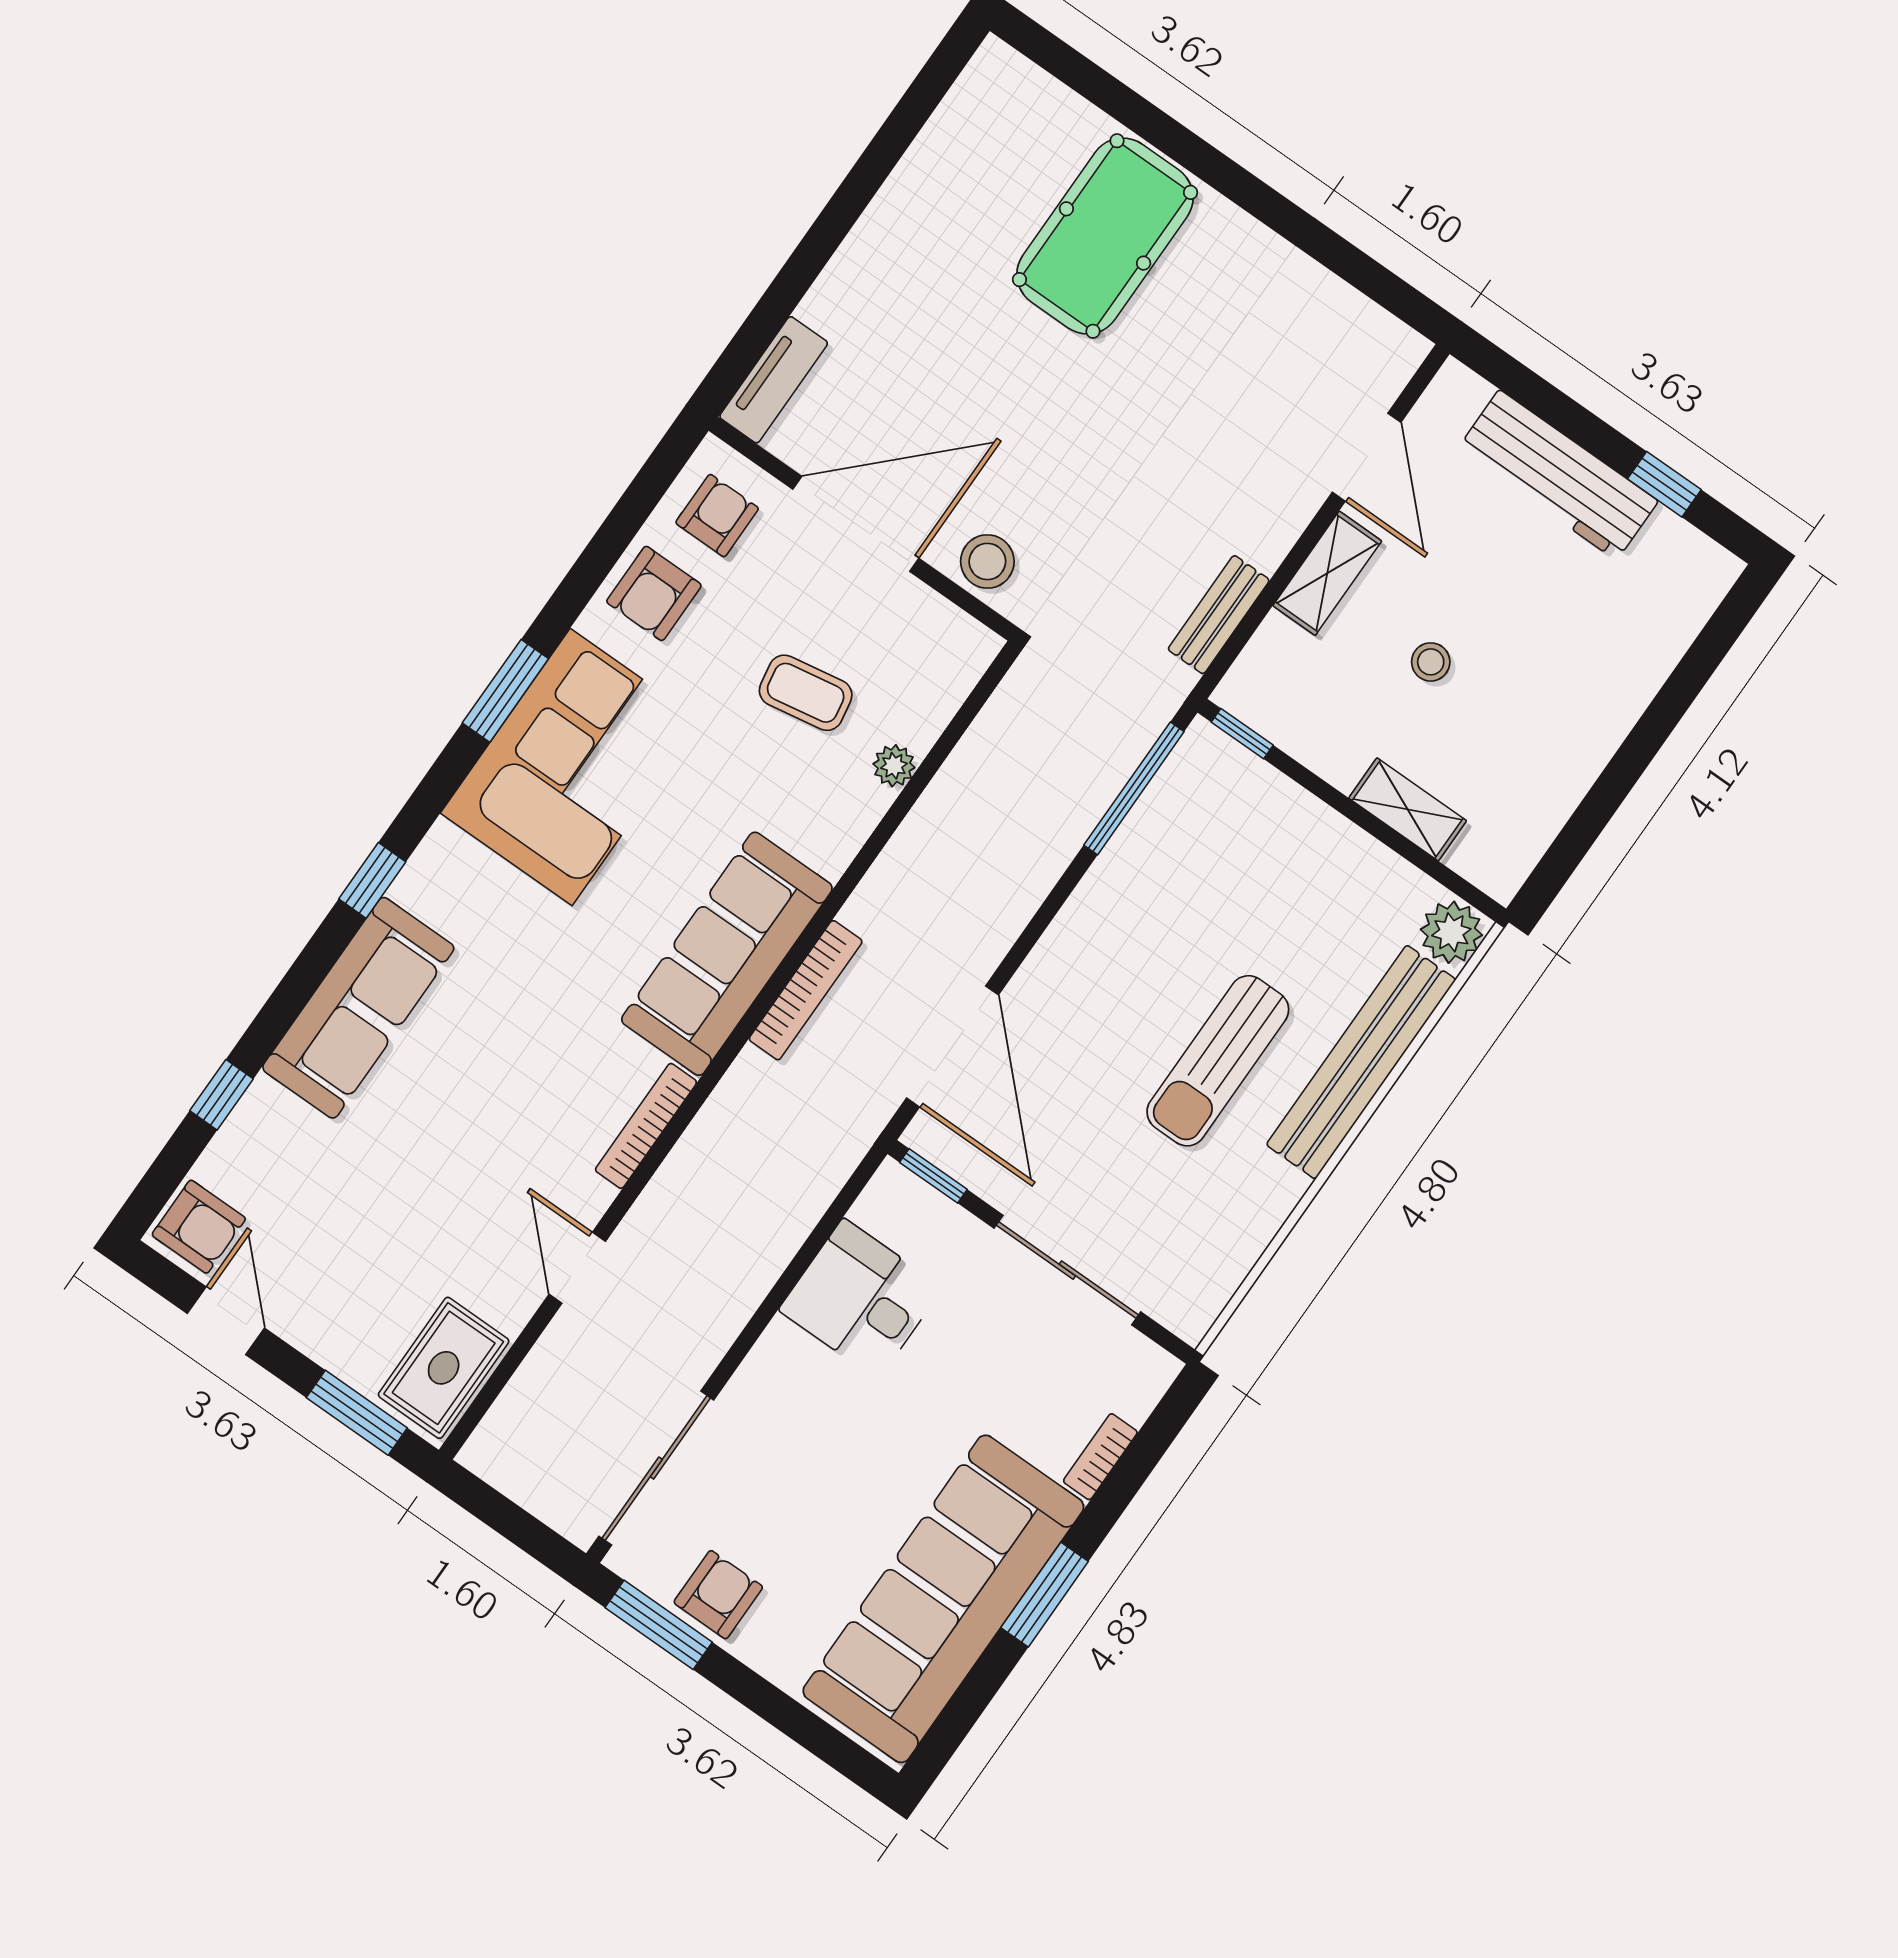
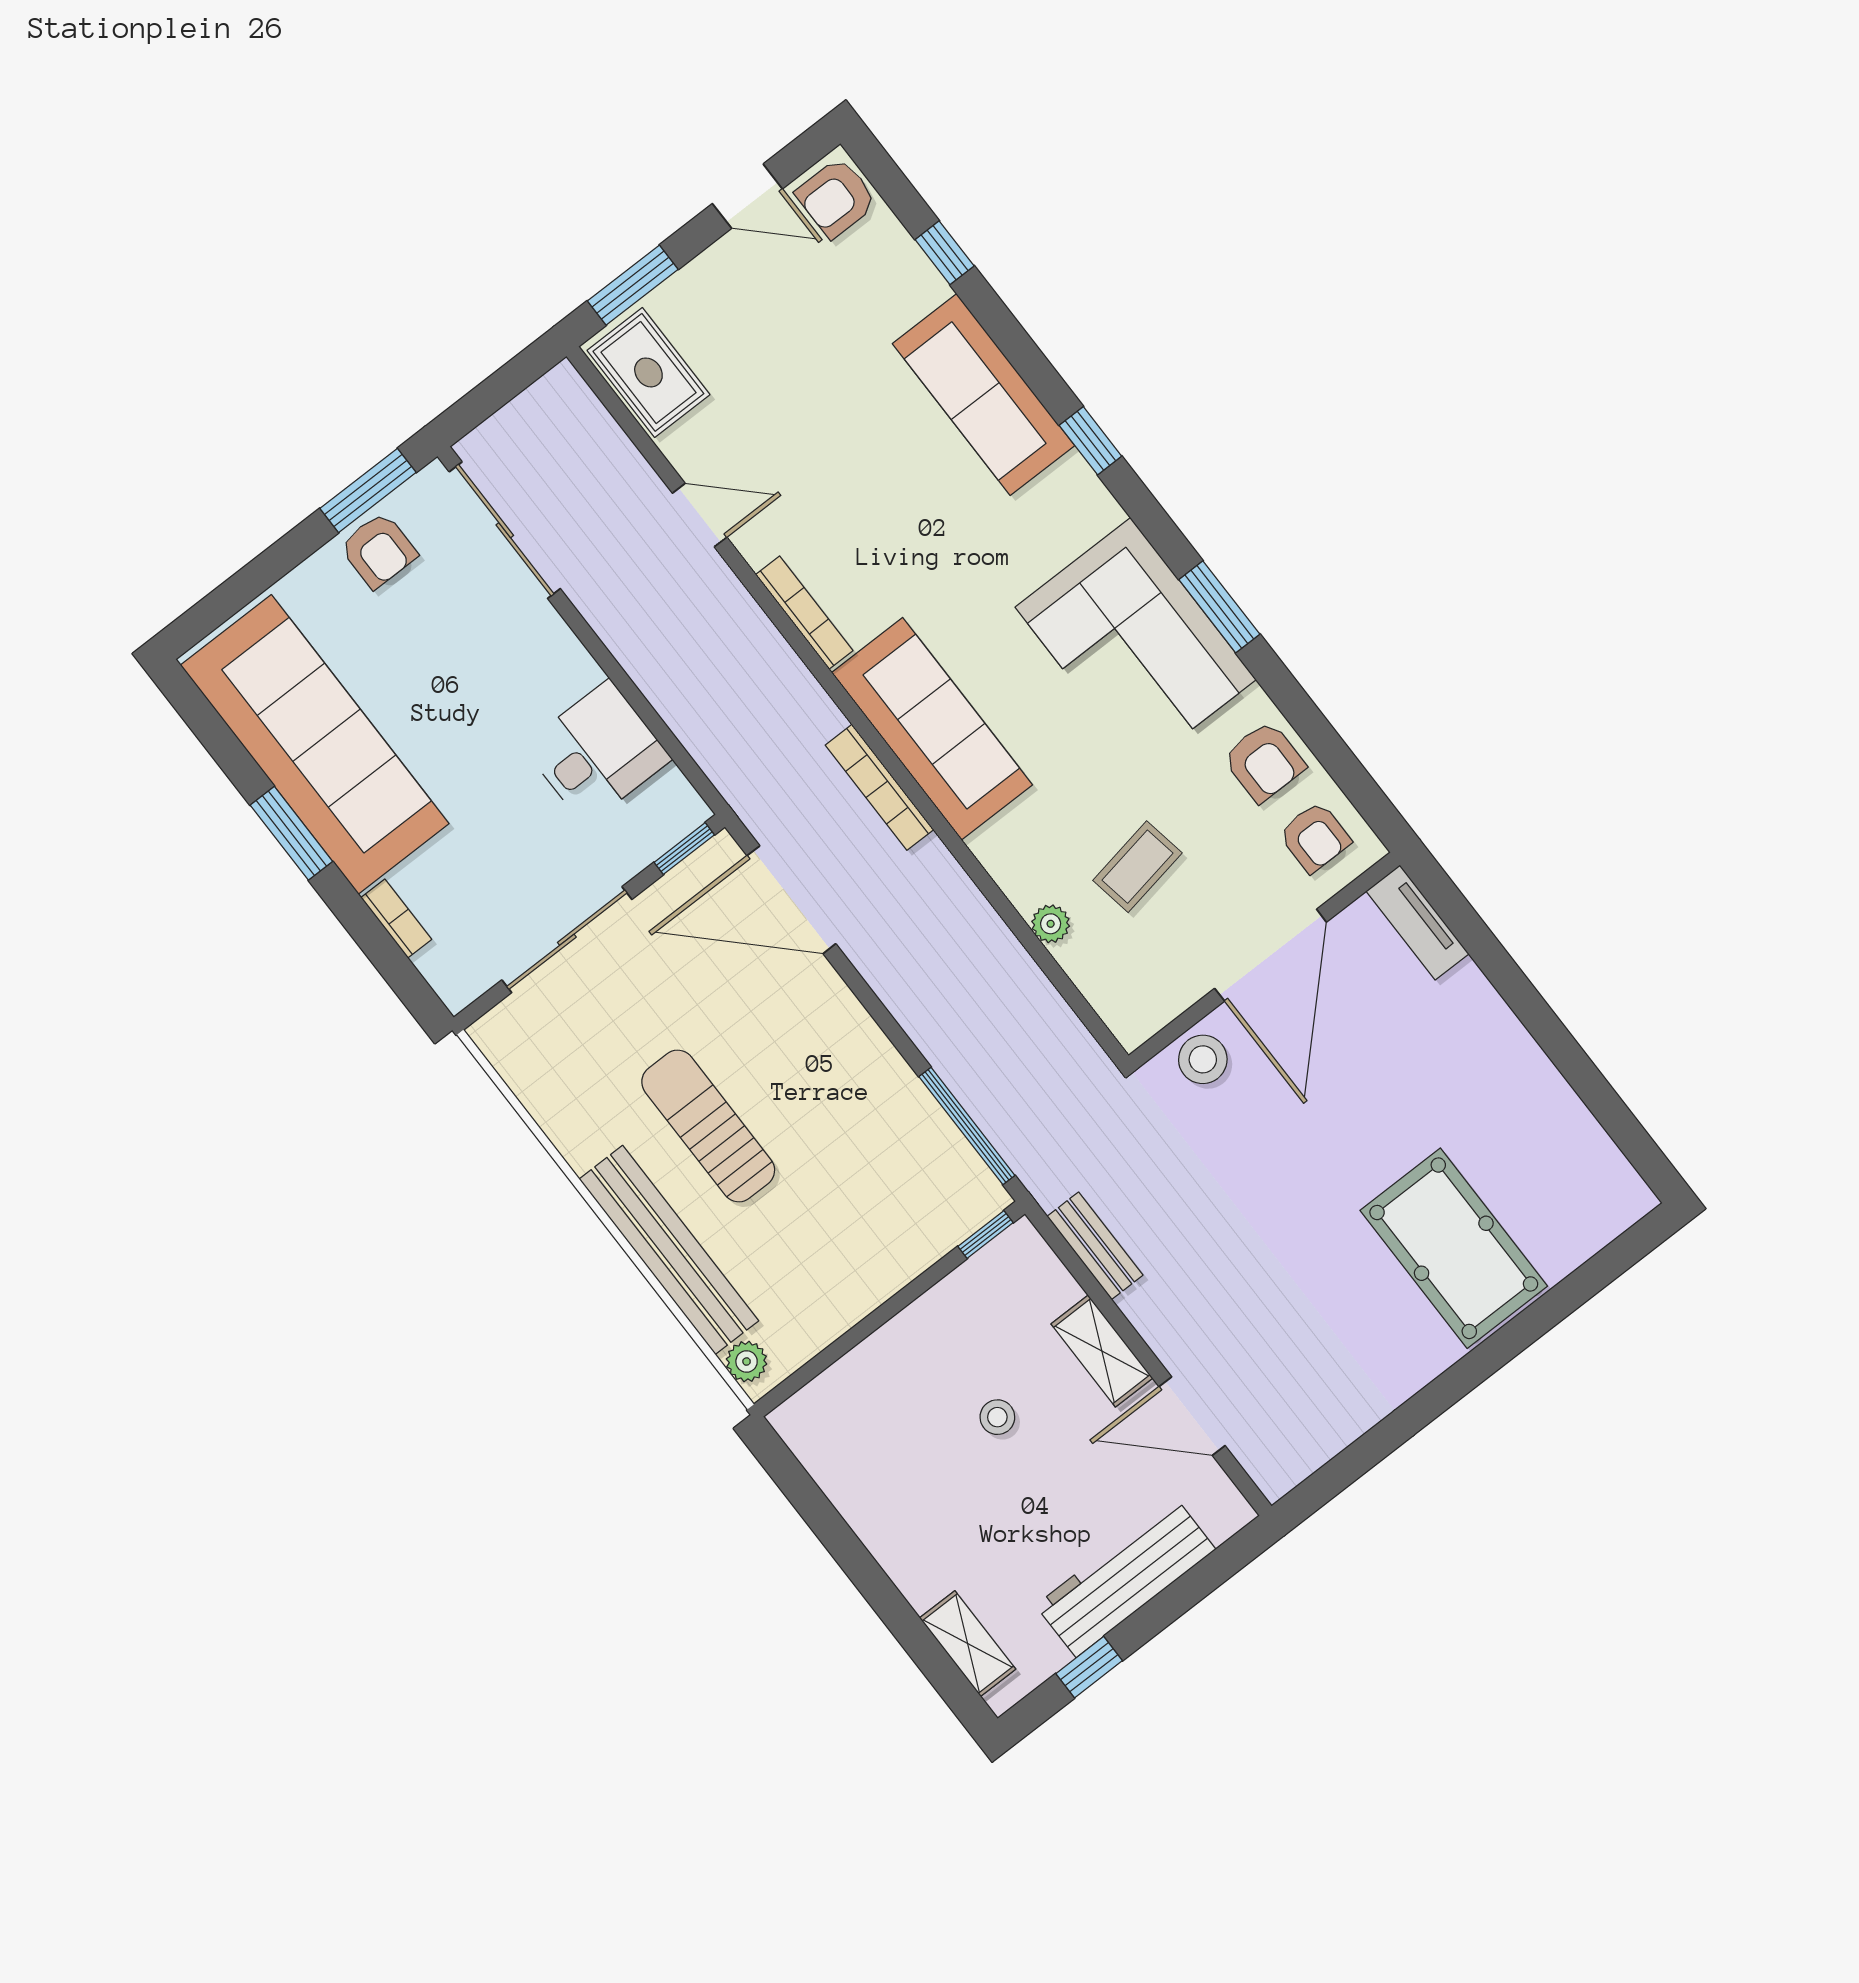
armchair: (654, 593) -> (1264, 762), turned 180
shelving: (1408, 809) -> (968, 1644), moved, turned 90
plant: (1451, 932) -> (747, 1362), width x0.73, depth x0.73

